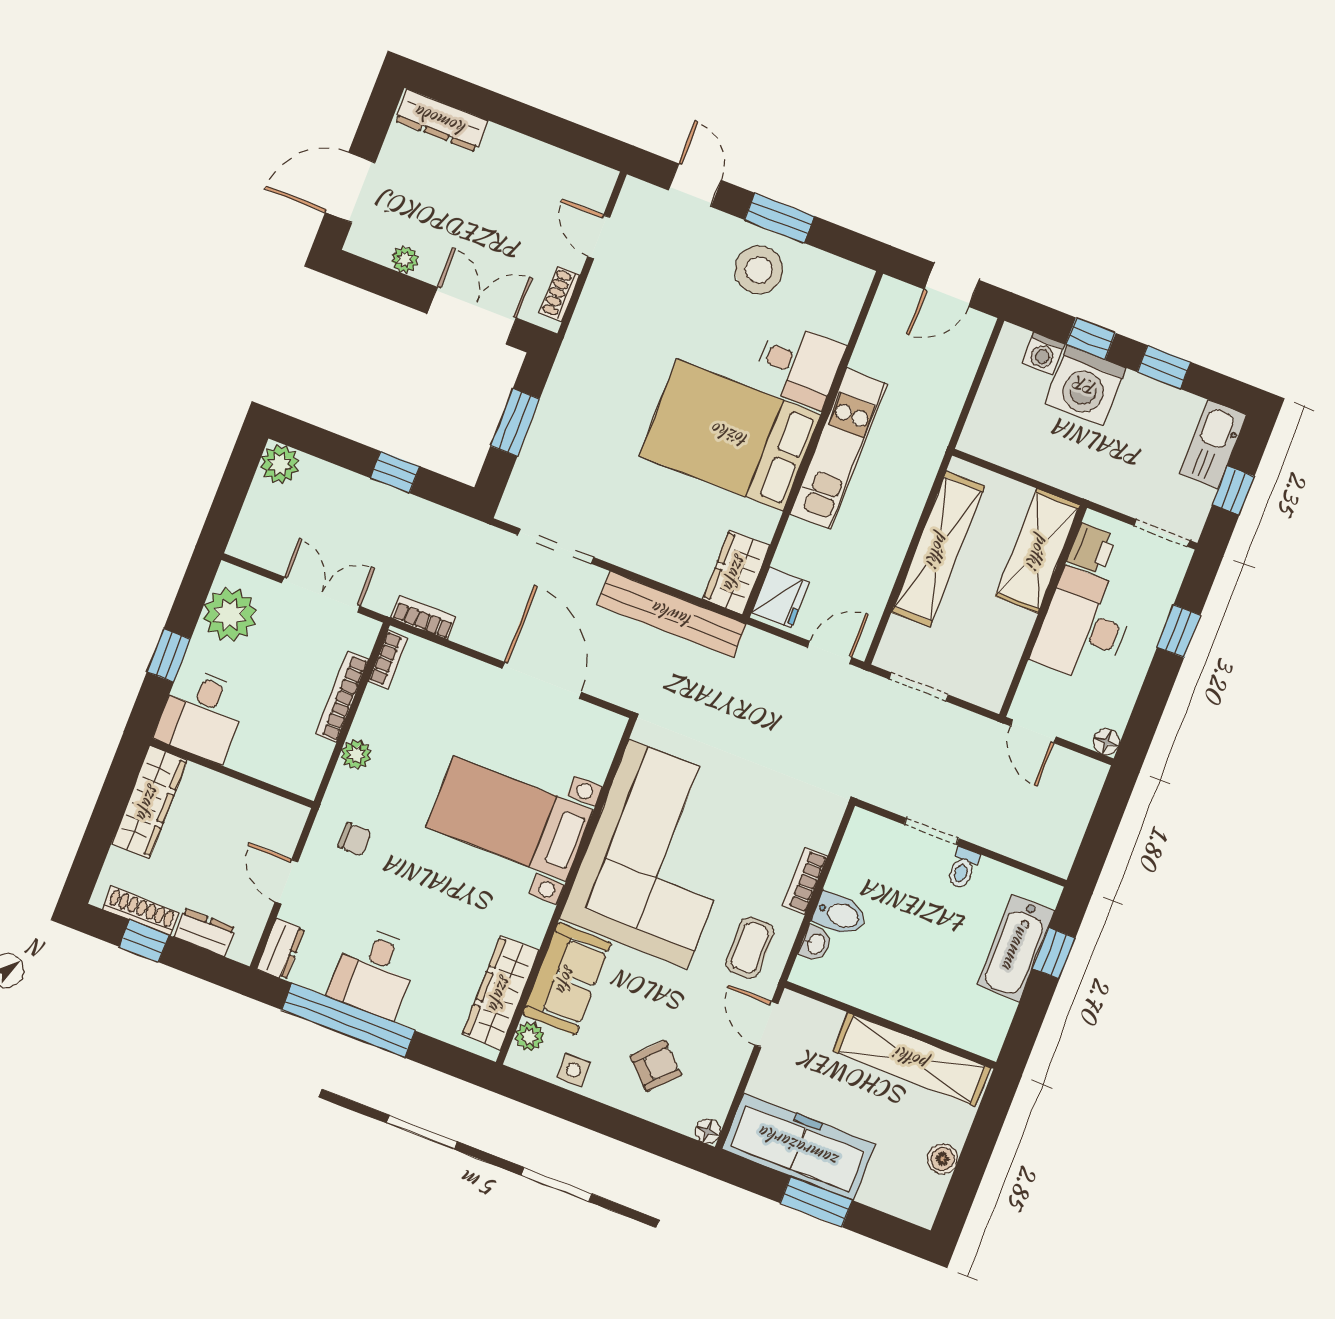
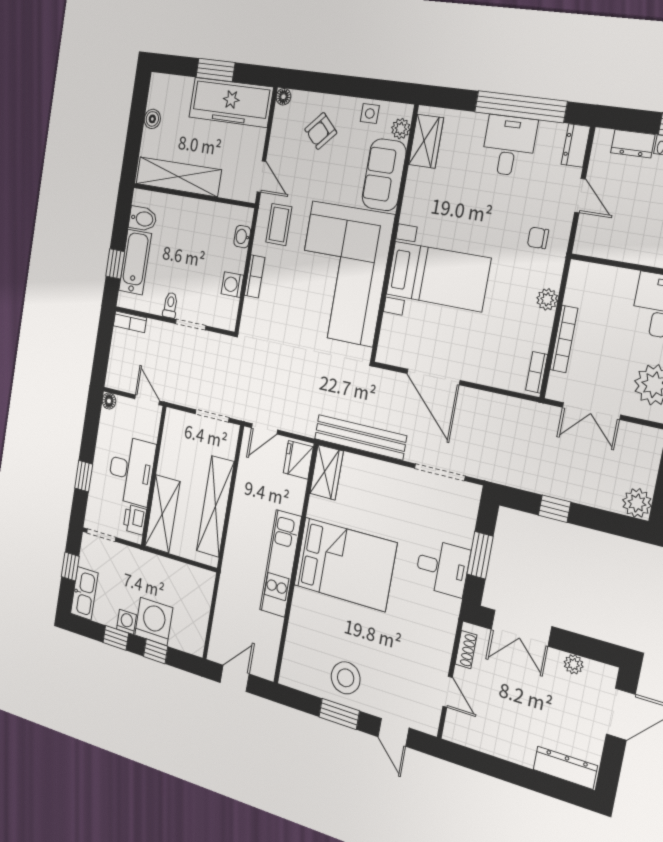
washing machine: (1043, 354) -> (127, 622), moved
desk: (799, 365) -> (442, 568), moved, turned 180
bookcase: (424, 618) -> (130, 322), moved
washing machine: (846, 877) -> (232, 285), added
bidet: (840, 914) -> (143, 219), moved, turned 180
wardrobe: (501, 993) -> (426, 141), width x0.67

